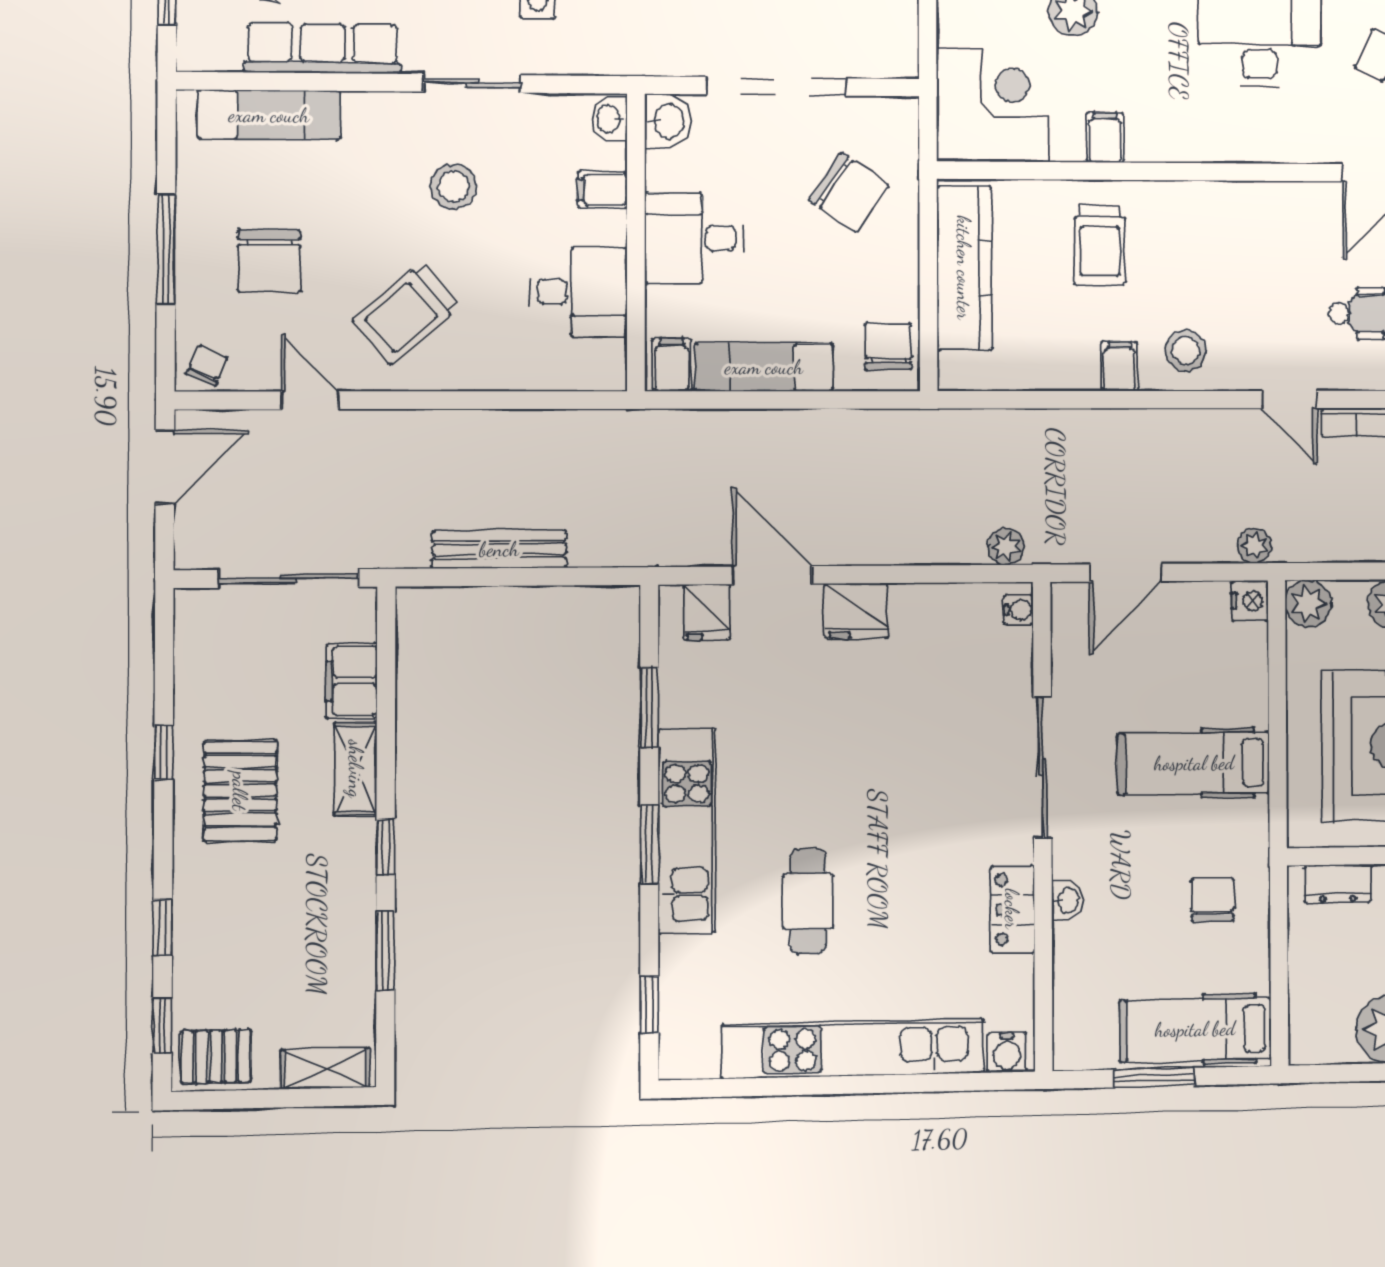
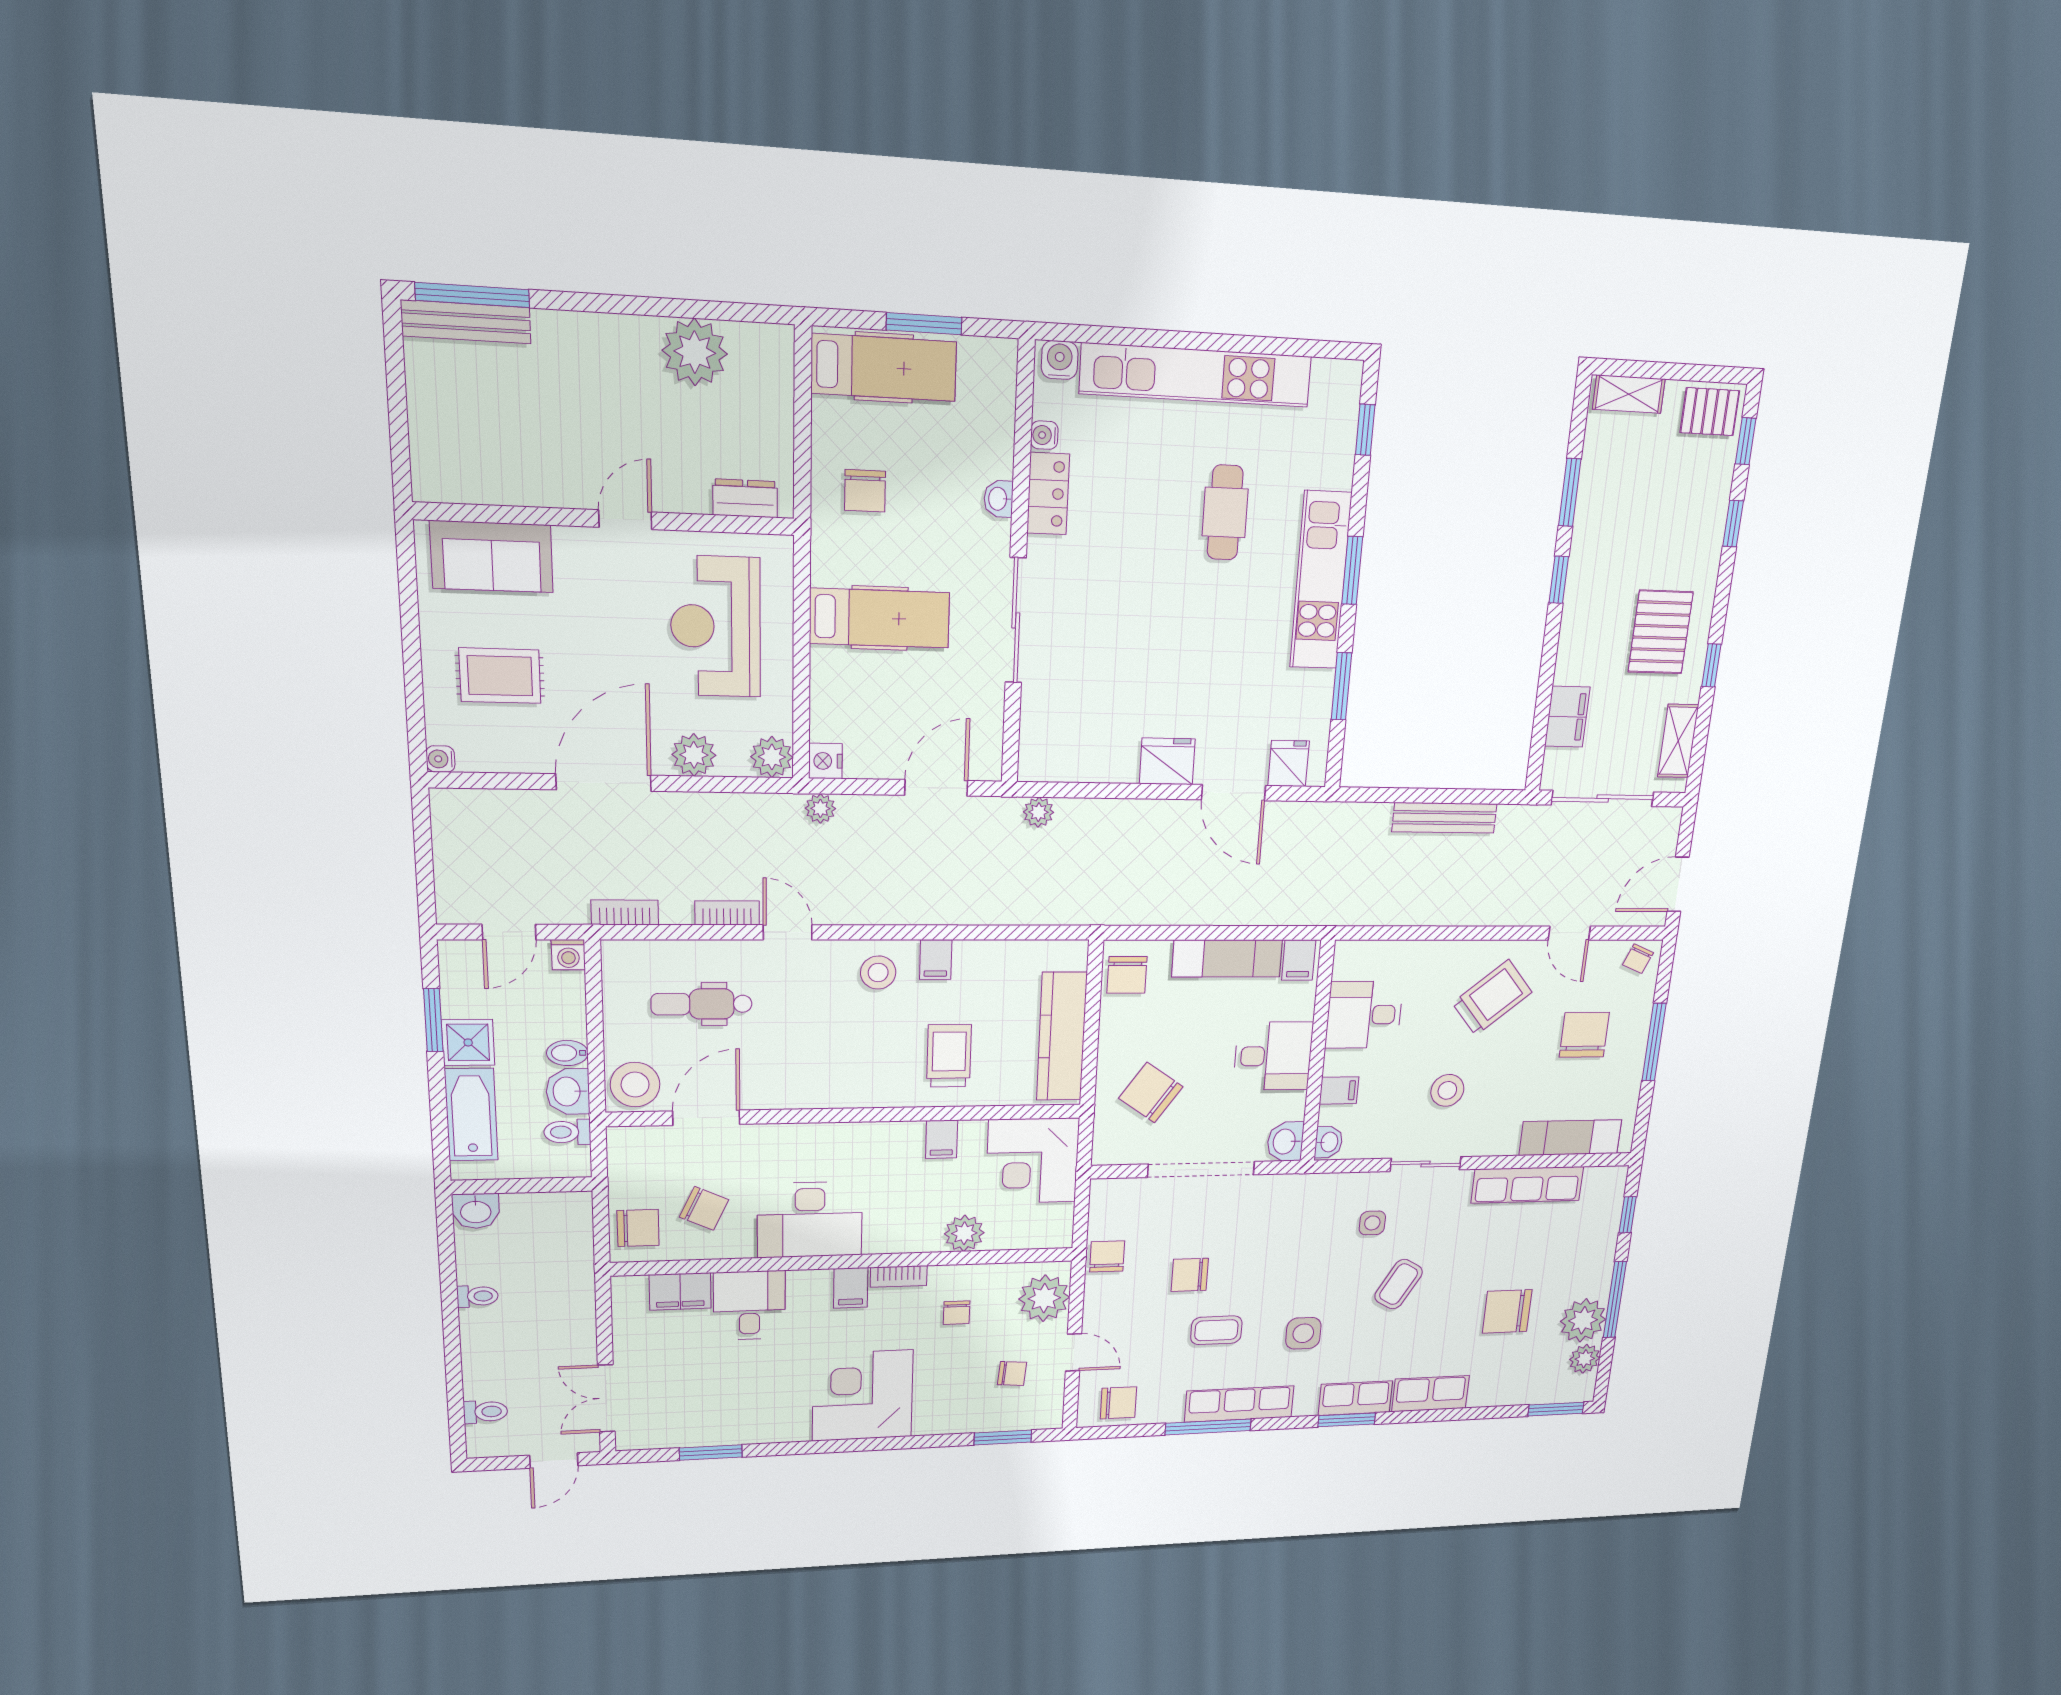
water cooler: (1018, 610) -> (1044, 435), moved
shelving: (356, 769) -> (1678, 741), moved

